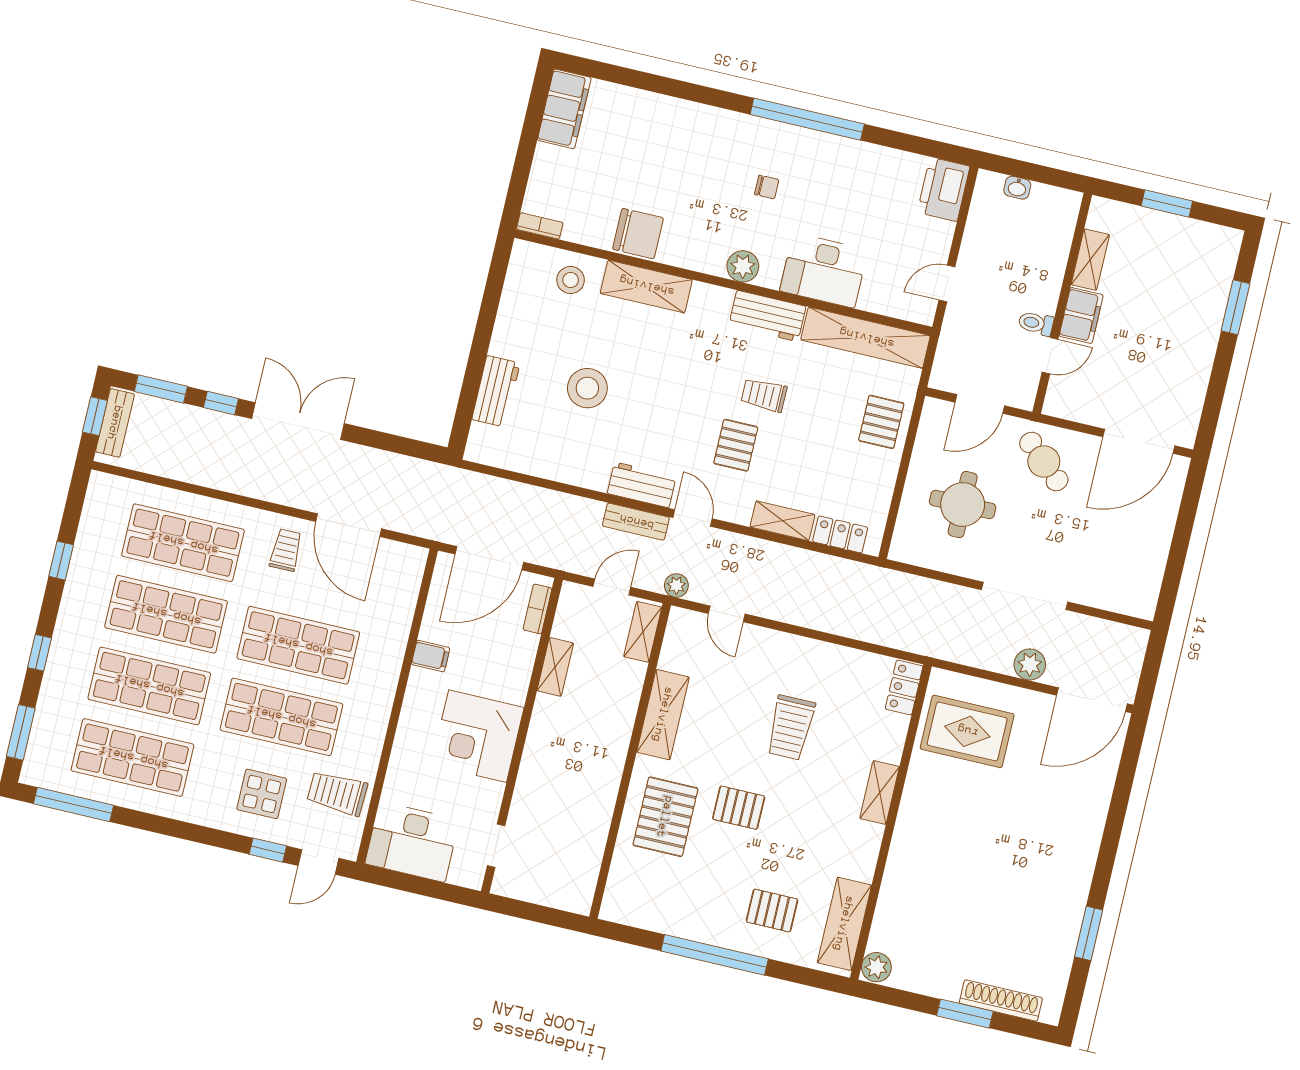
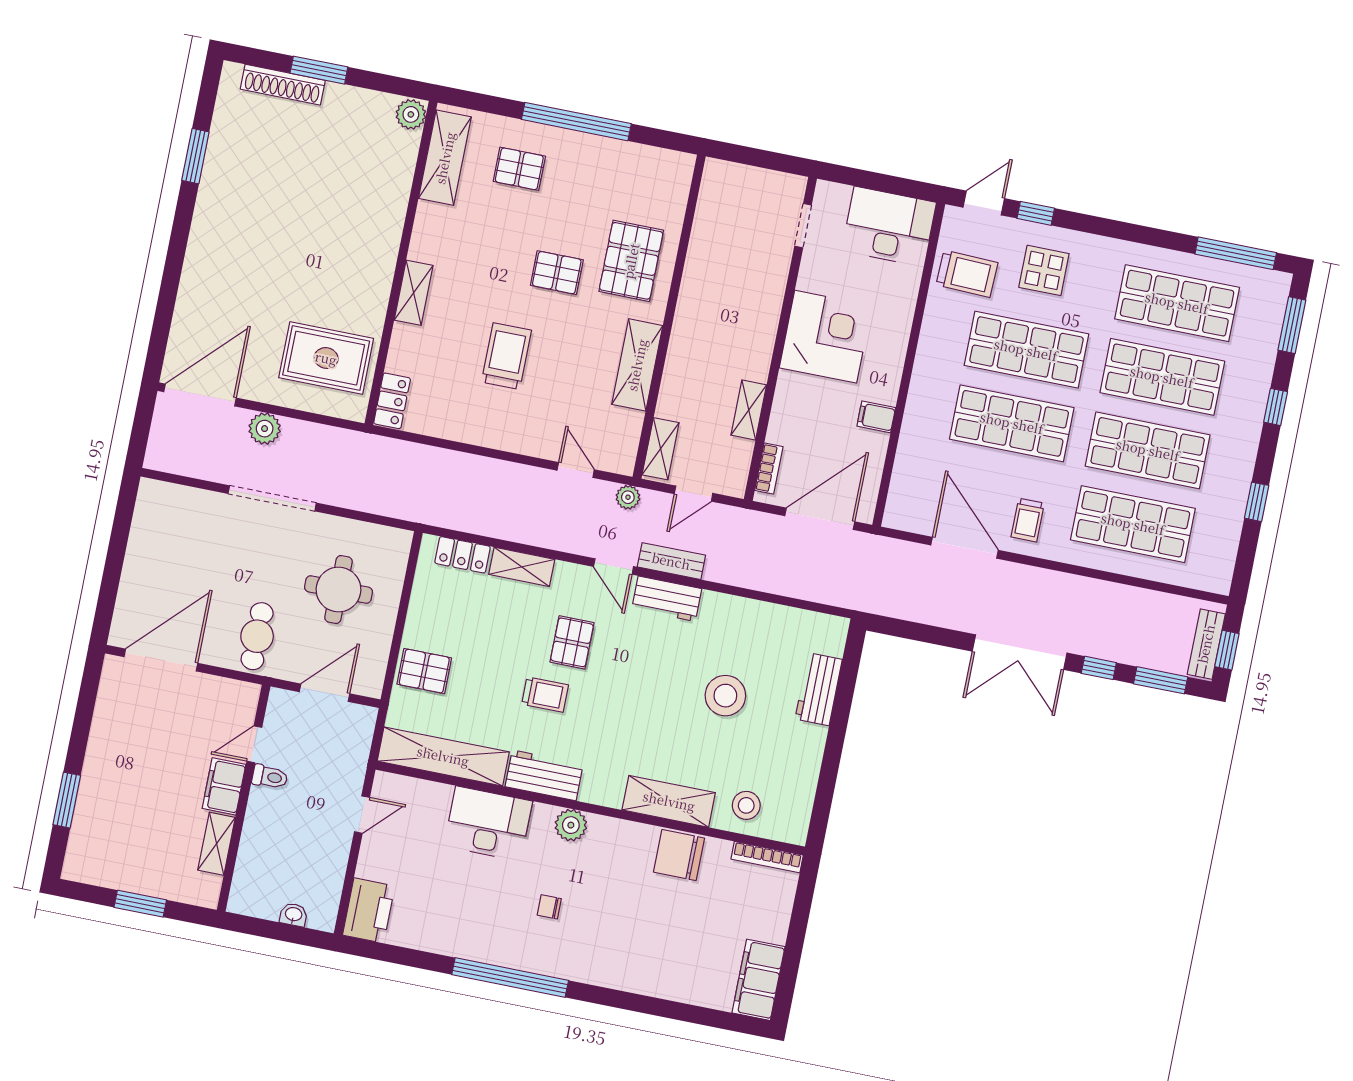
bookcase: (540, 226) -> (767, 857), width x1.56
pallet: (881, 422) -> (424, 671), turned 90
cafe table: (1044, 461) -> (257, 636), turned 48

